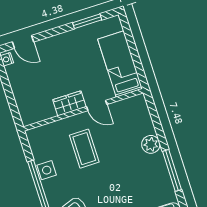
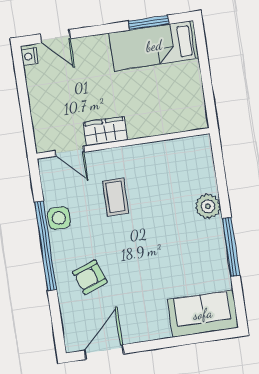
bed: (120, 64) -> (154, 46), moved, turned -90
door: (97, 105) -> (70, 151), moved
coffee table: (84, 149) -> (115, 197), width x0.73, depth x0.77

